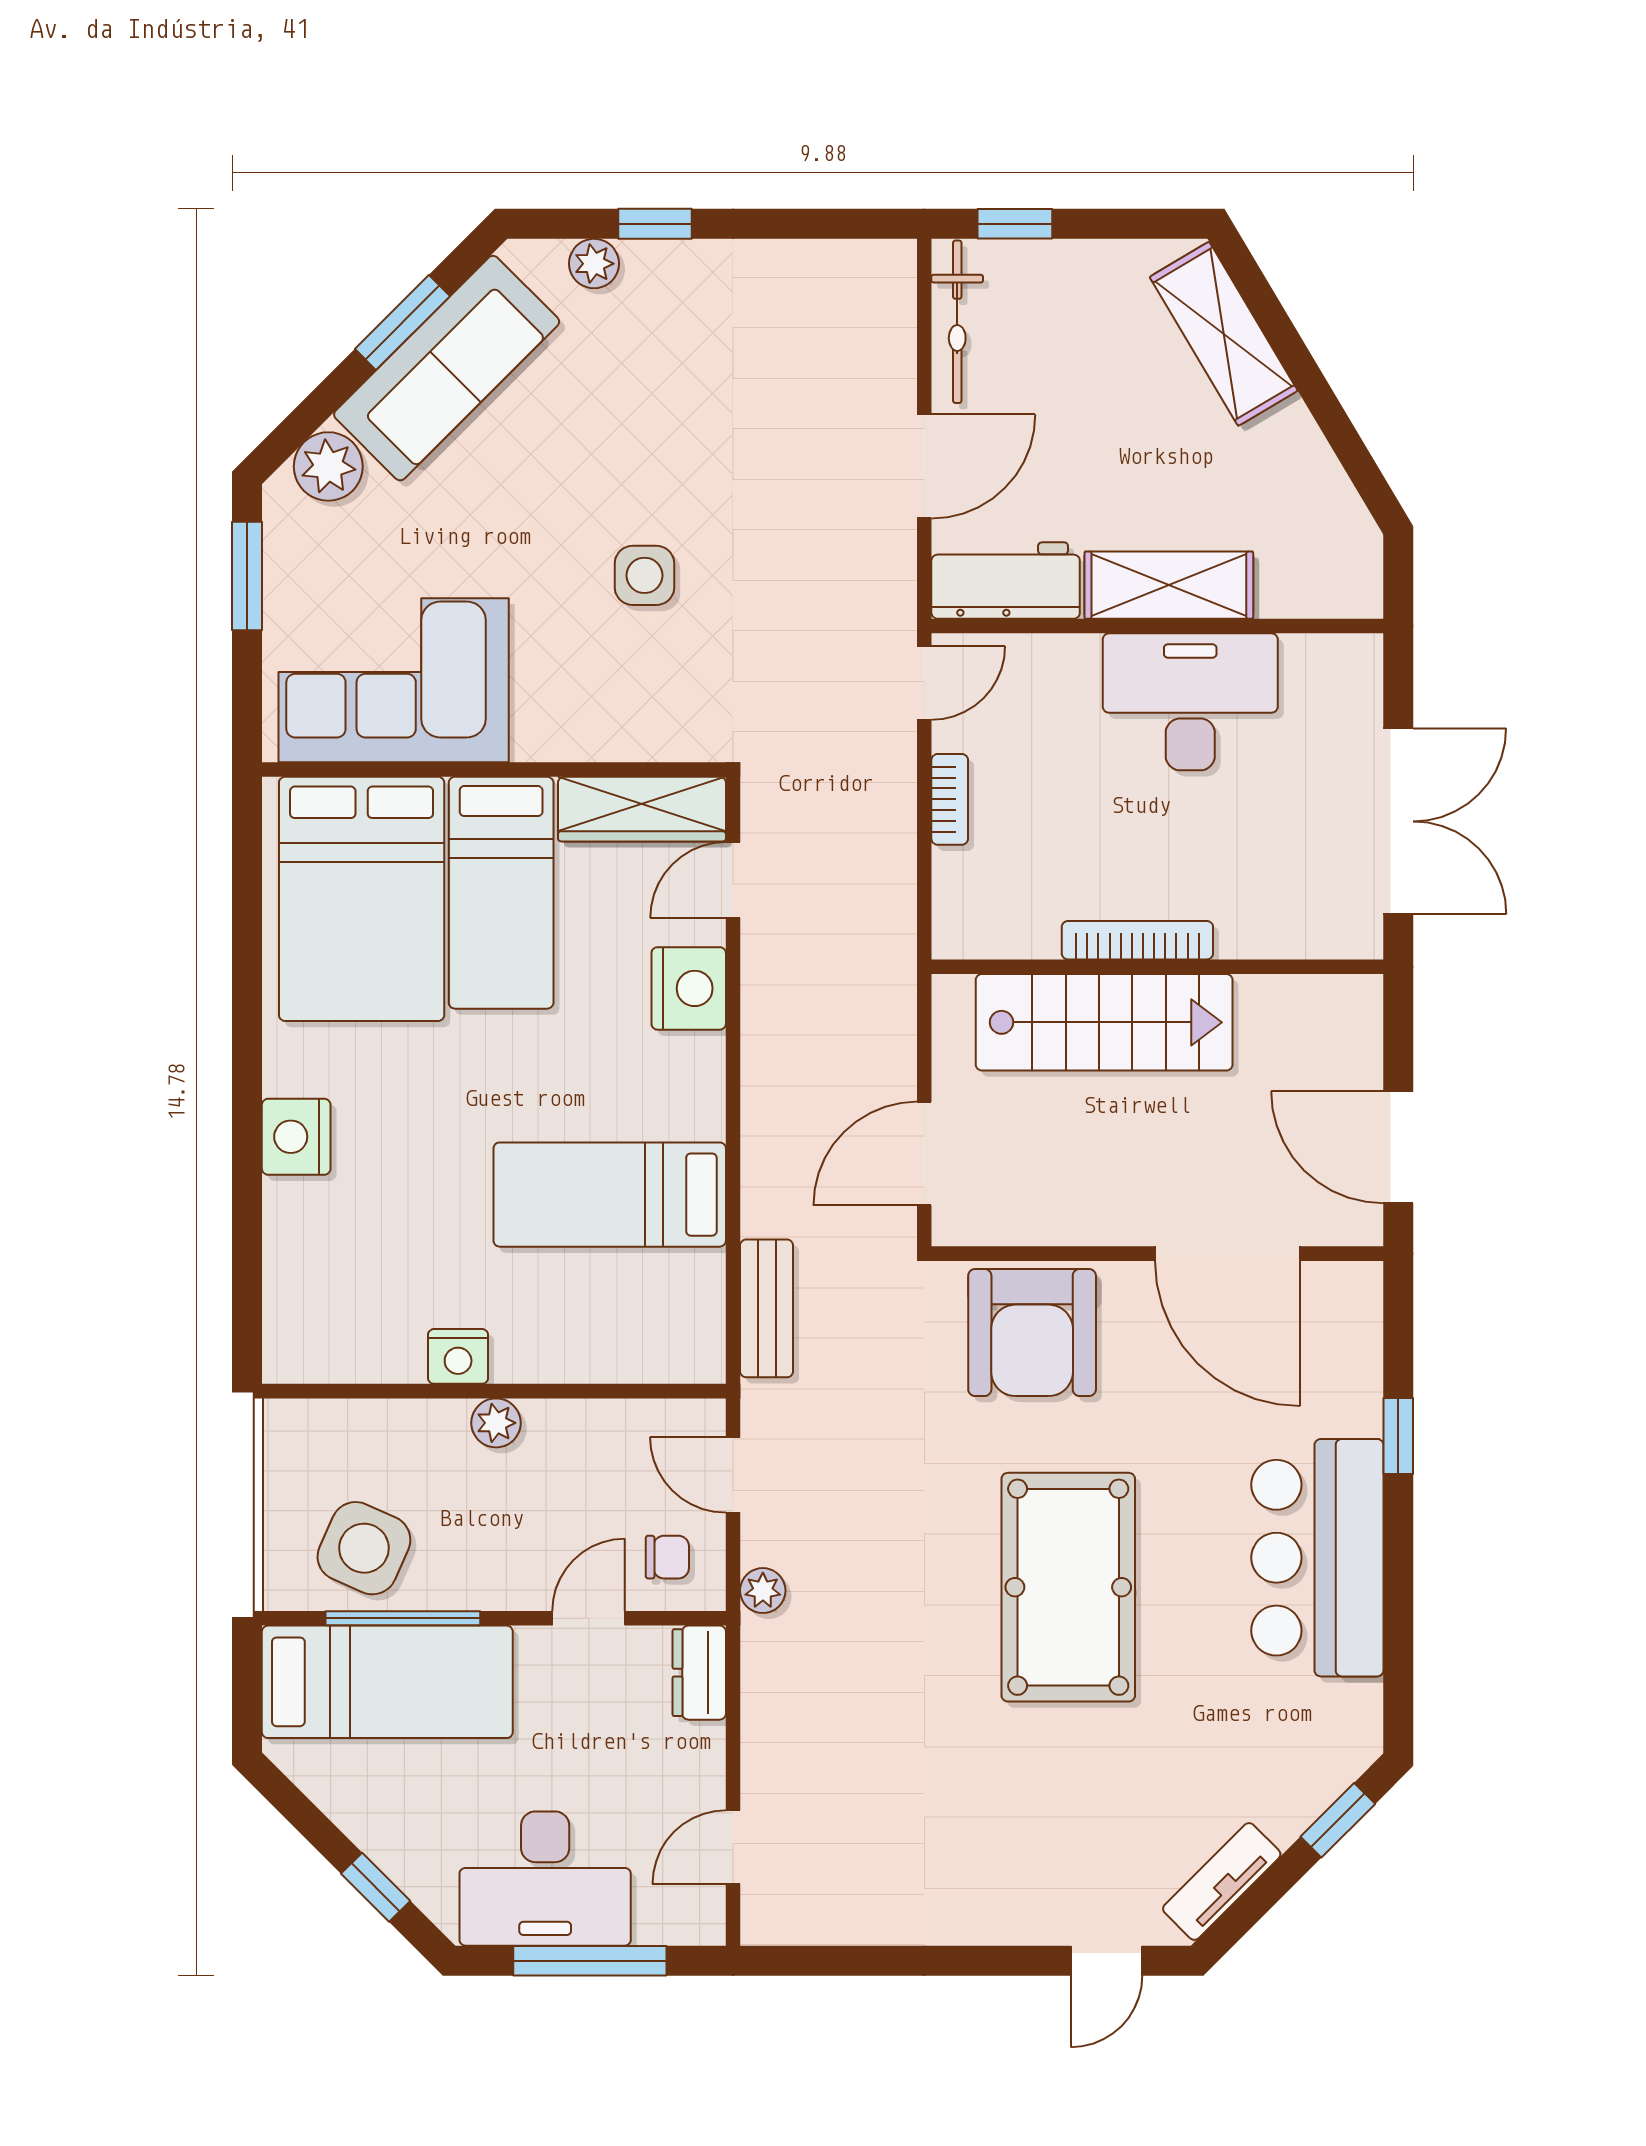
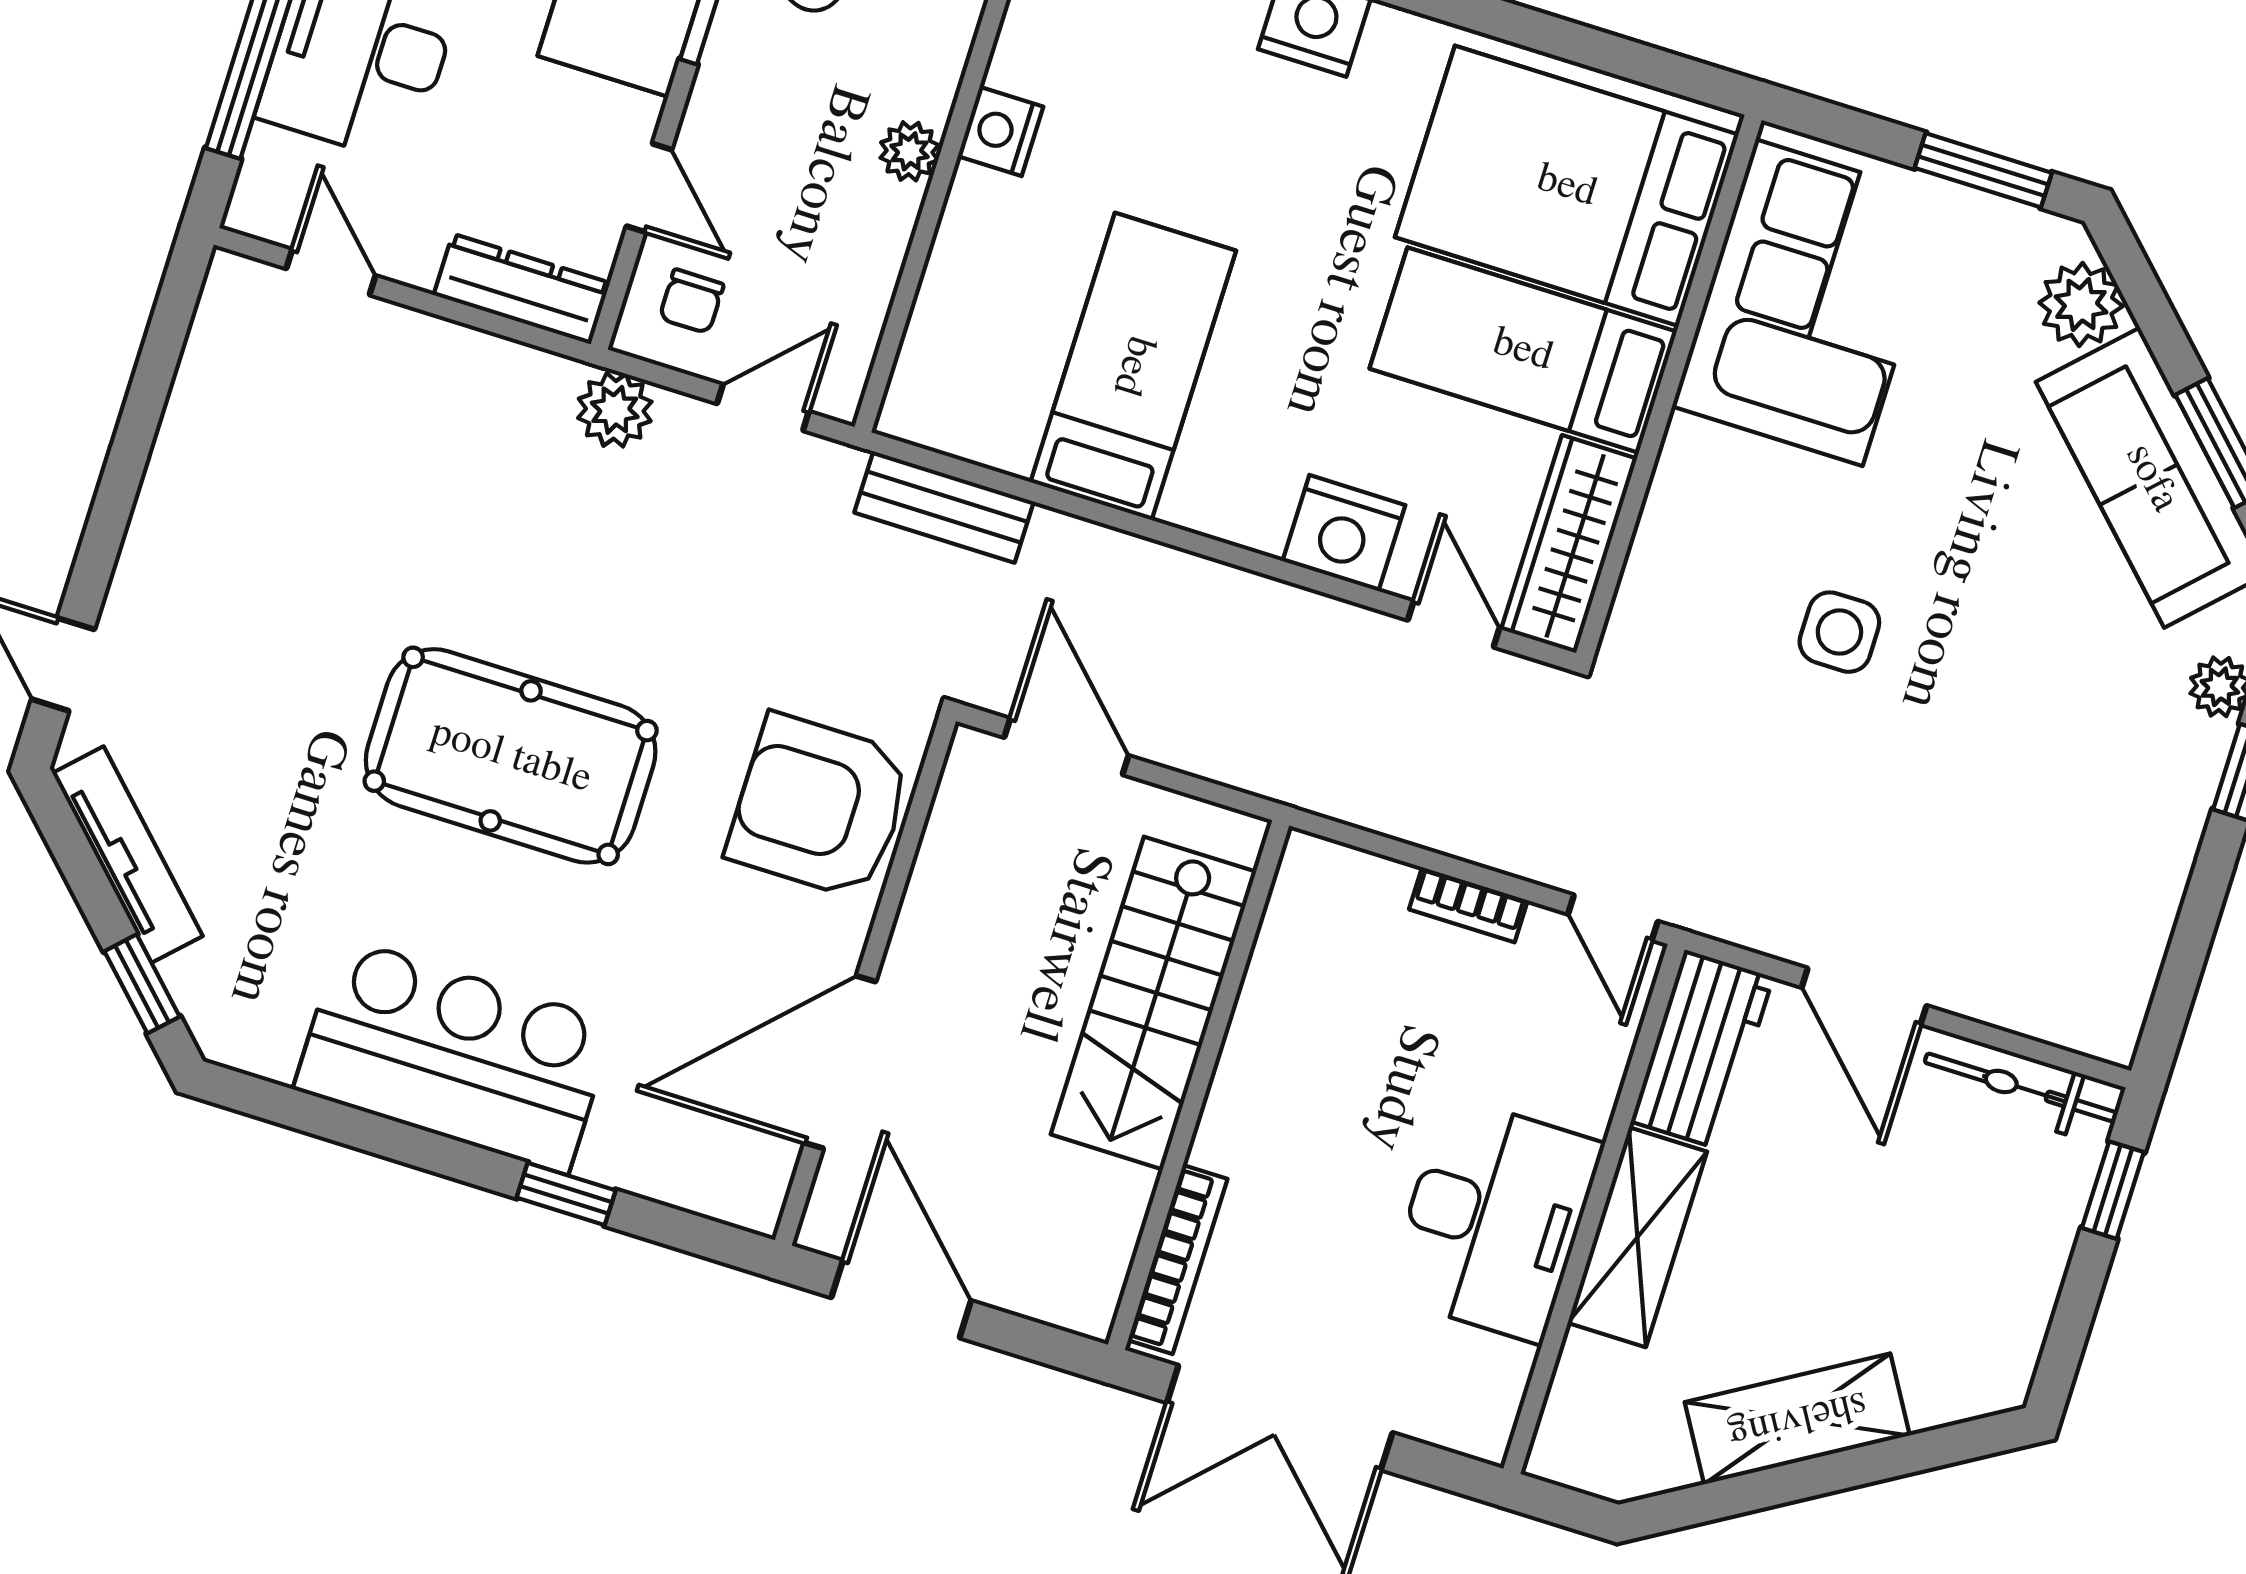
shelving: (1224, 334) -> (1797, 1419), moved
bookcase: (1137, 940) -> (1178, 1260), moved
door: (1398, 1147) -> (901, 1299), hinge flipped
plant: (763, 1591) -> (615, 410), width x1.38, depth x1.38
dresser: (699, 1673) -> (522, 289), width x1.44
tv unit: (1222, 1881) -> (128, 855), width x1.41

